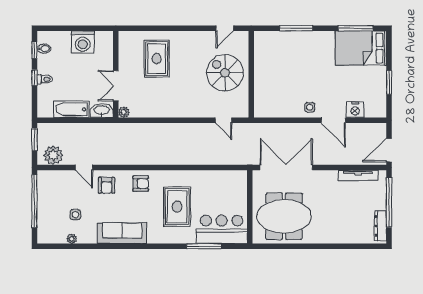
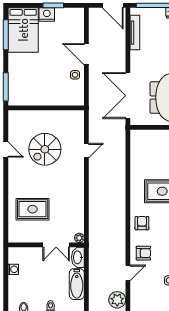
washing machine: (83, 42) -> (13, 269), width x0.53, depth x0.53
wall: (251, 74) -> (46, 108), moved
nightstand: (355, 110) -> (47, 14), moved, turned -90
door: (333, 120) -> (86, 54), swing flipped

